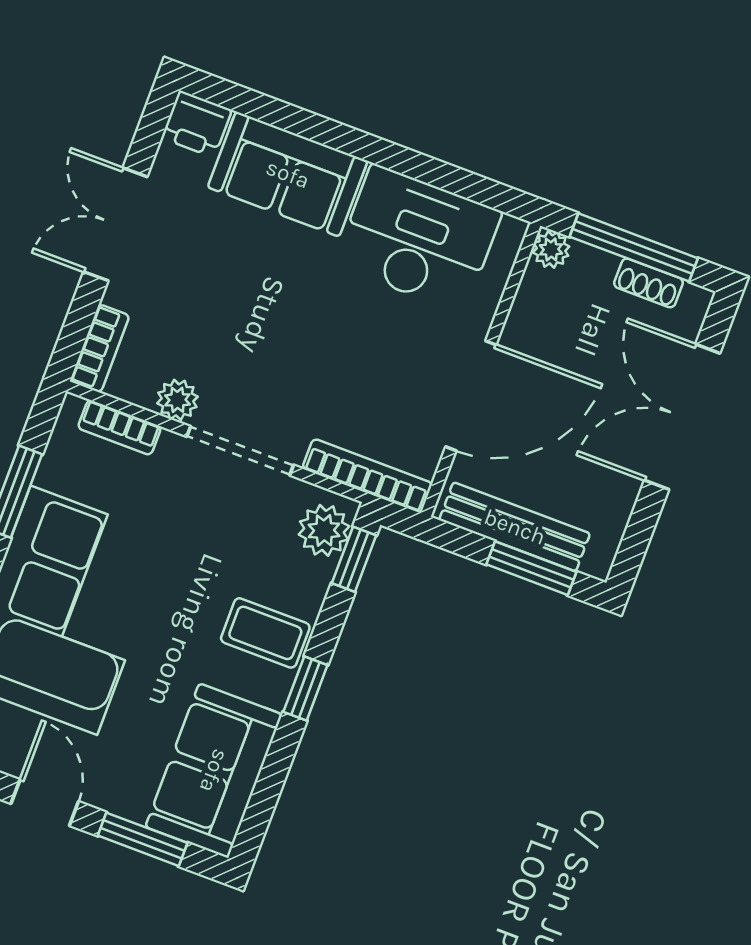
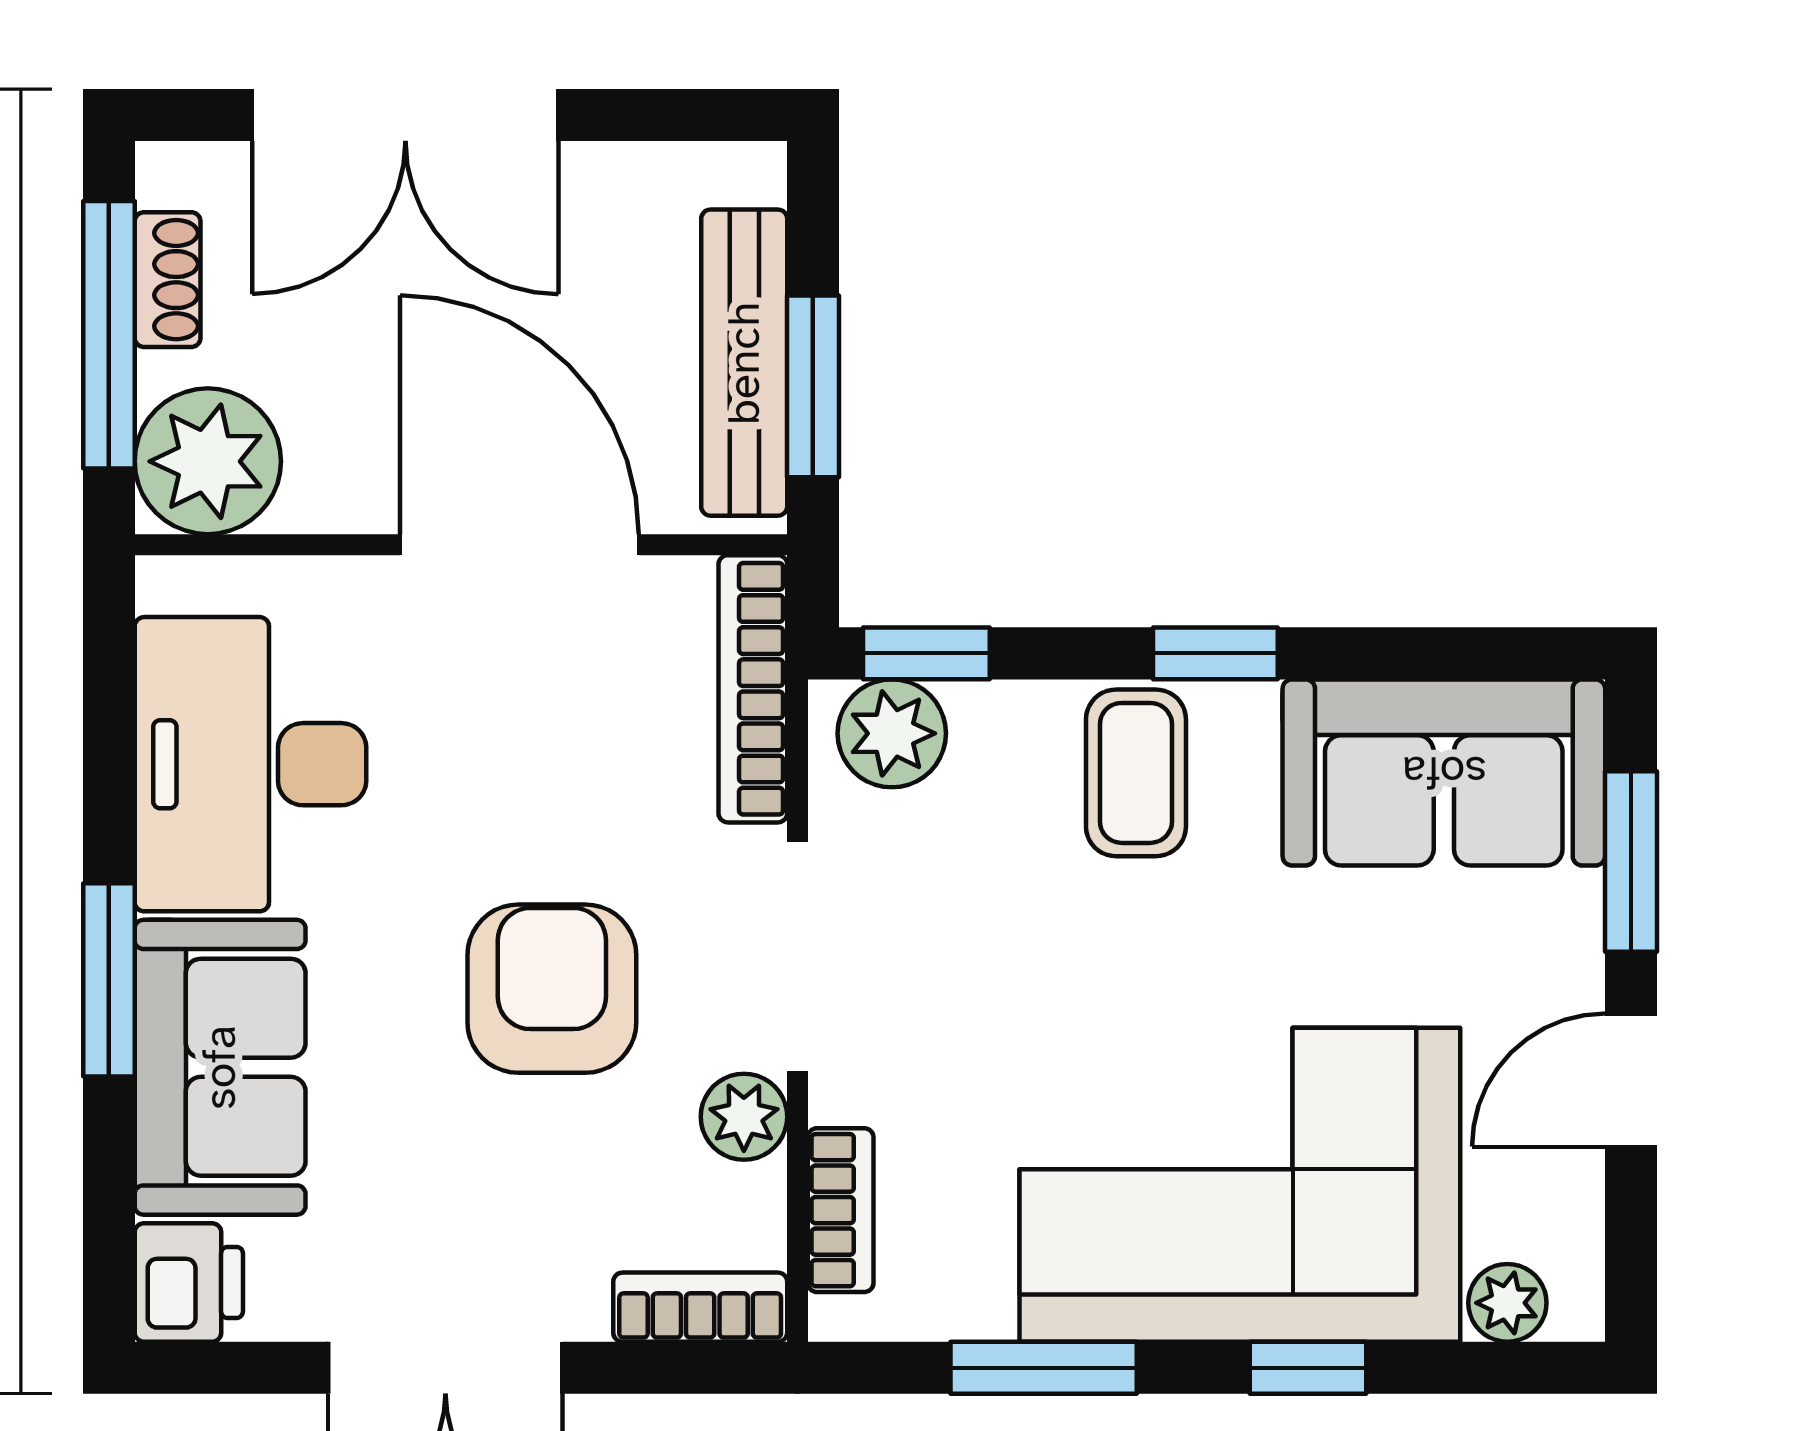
window: (345, 139) -> (109, 980), added
plant: (551, 249) -> (208, 461), width x1.88, depth x1.88
armchair: (267, 336) -> (552, 989), added
window: (531, 568) -> (813, 386), moved

